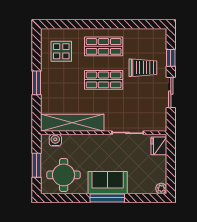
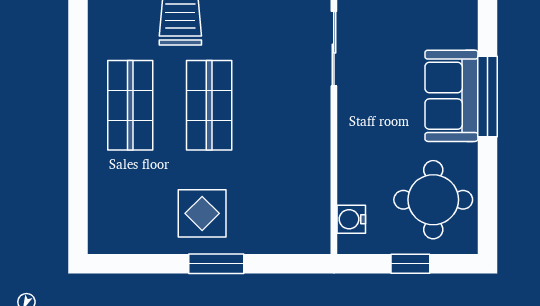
display table: (61, 51) -> (202, 213), moved
shelving: (72, 123) -> (310, 179), removed
window: (36, 165) -> (410, 264), width x0.67

